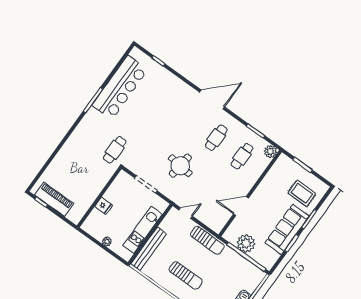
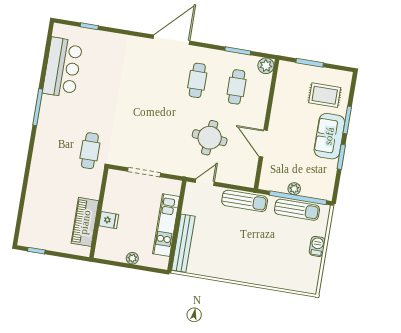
bar counter: (120, 88) -> (63, 68), width x0.73
round table: (180, 166) -> (210, 138), moved
piano: (54, 199) -> (85, 222), moved, turned -90
door: (241, 206) -> (263, 143), hinge flipped
sofa: (287, 229) -> (329, 136), width x0.73
plant: (246, 243) -> (294, 189), width x0.53, depth x0.53
sun lounger: (186, 275) -> (297, 210), moved

